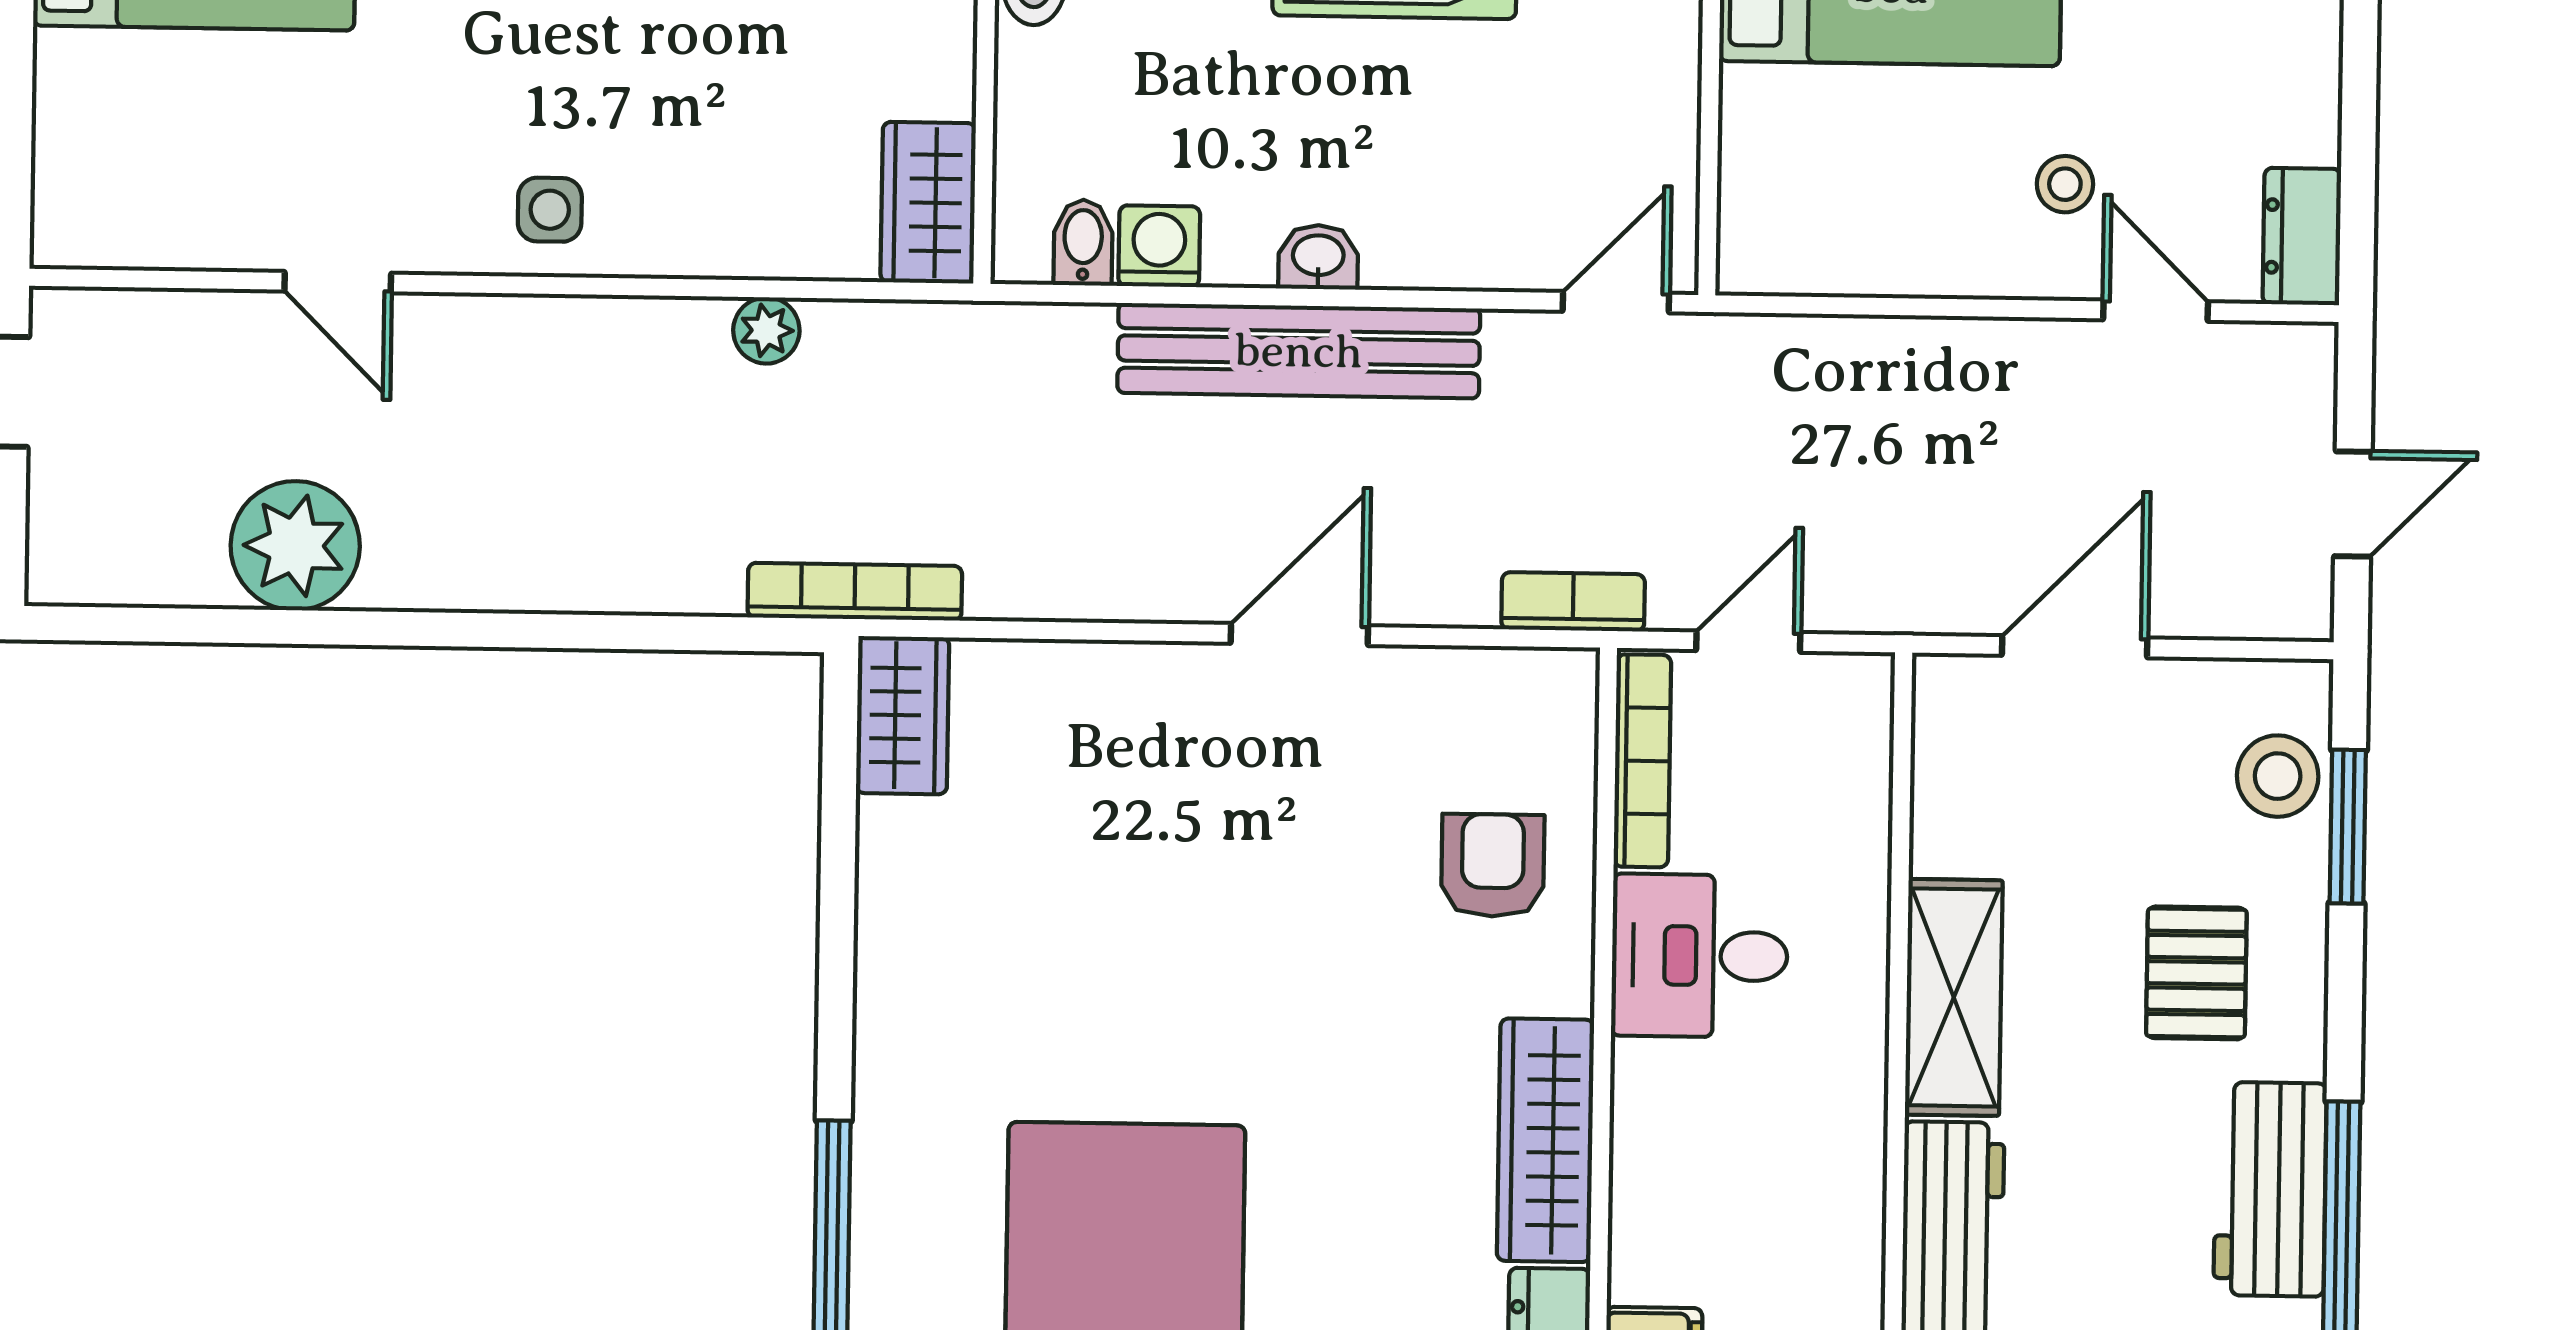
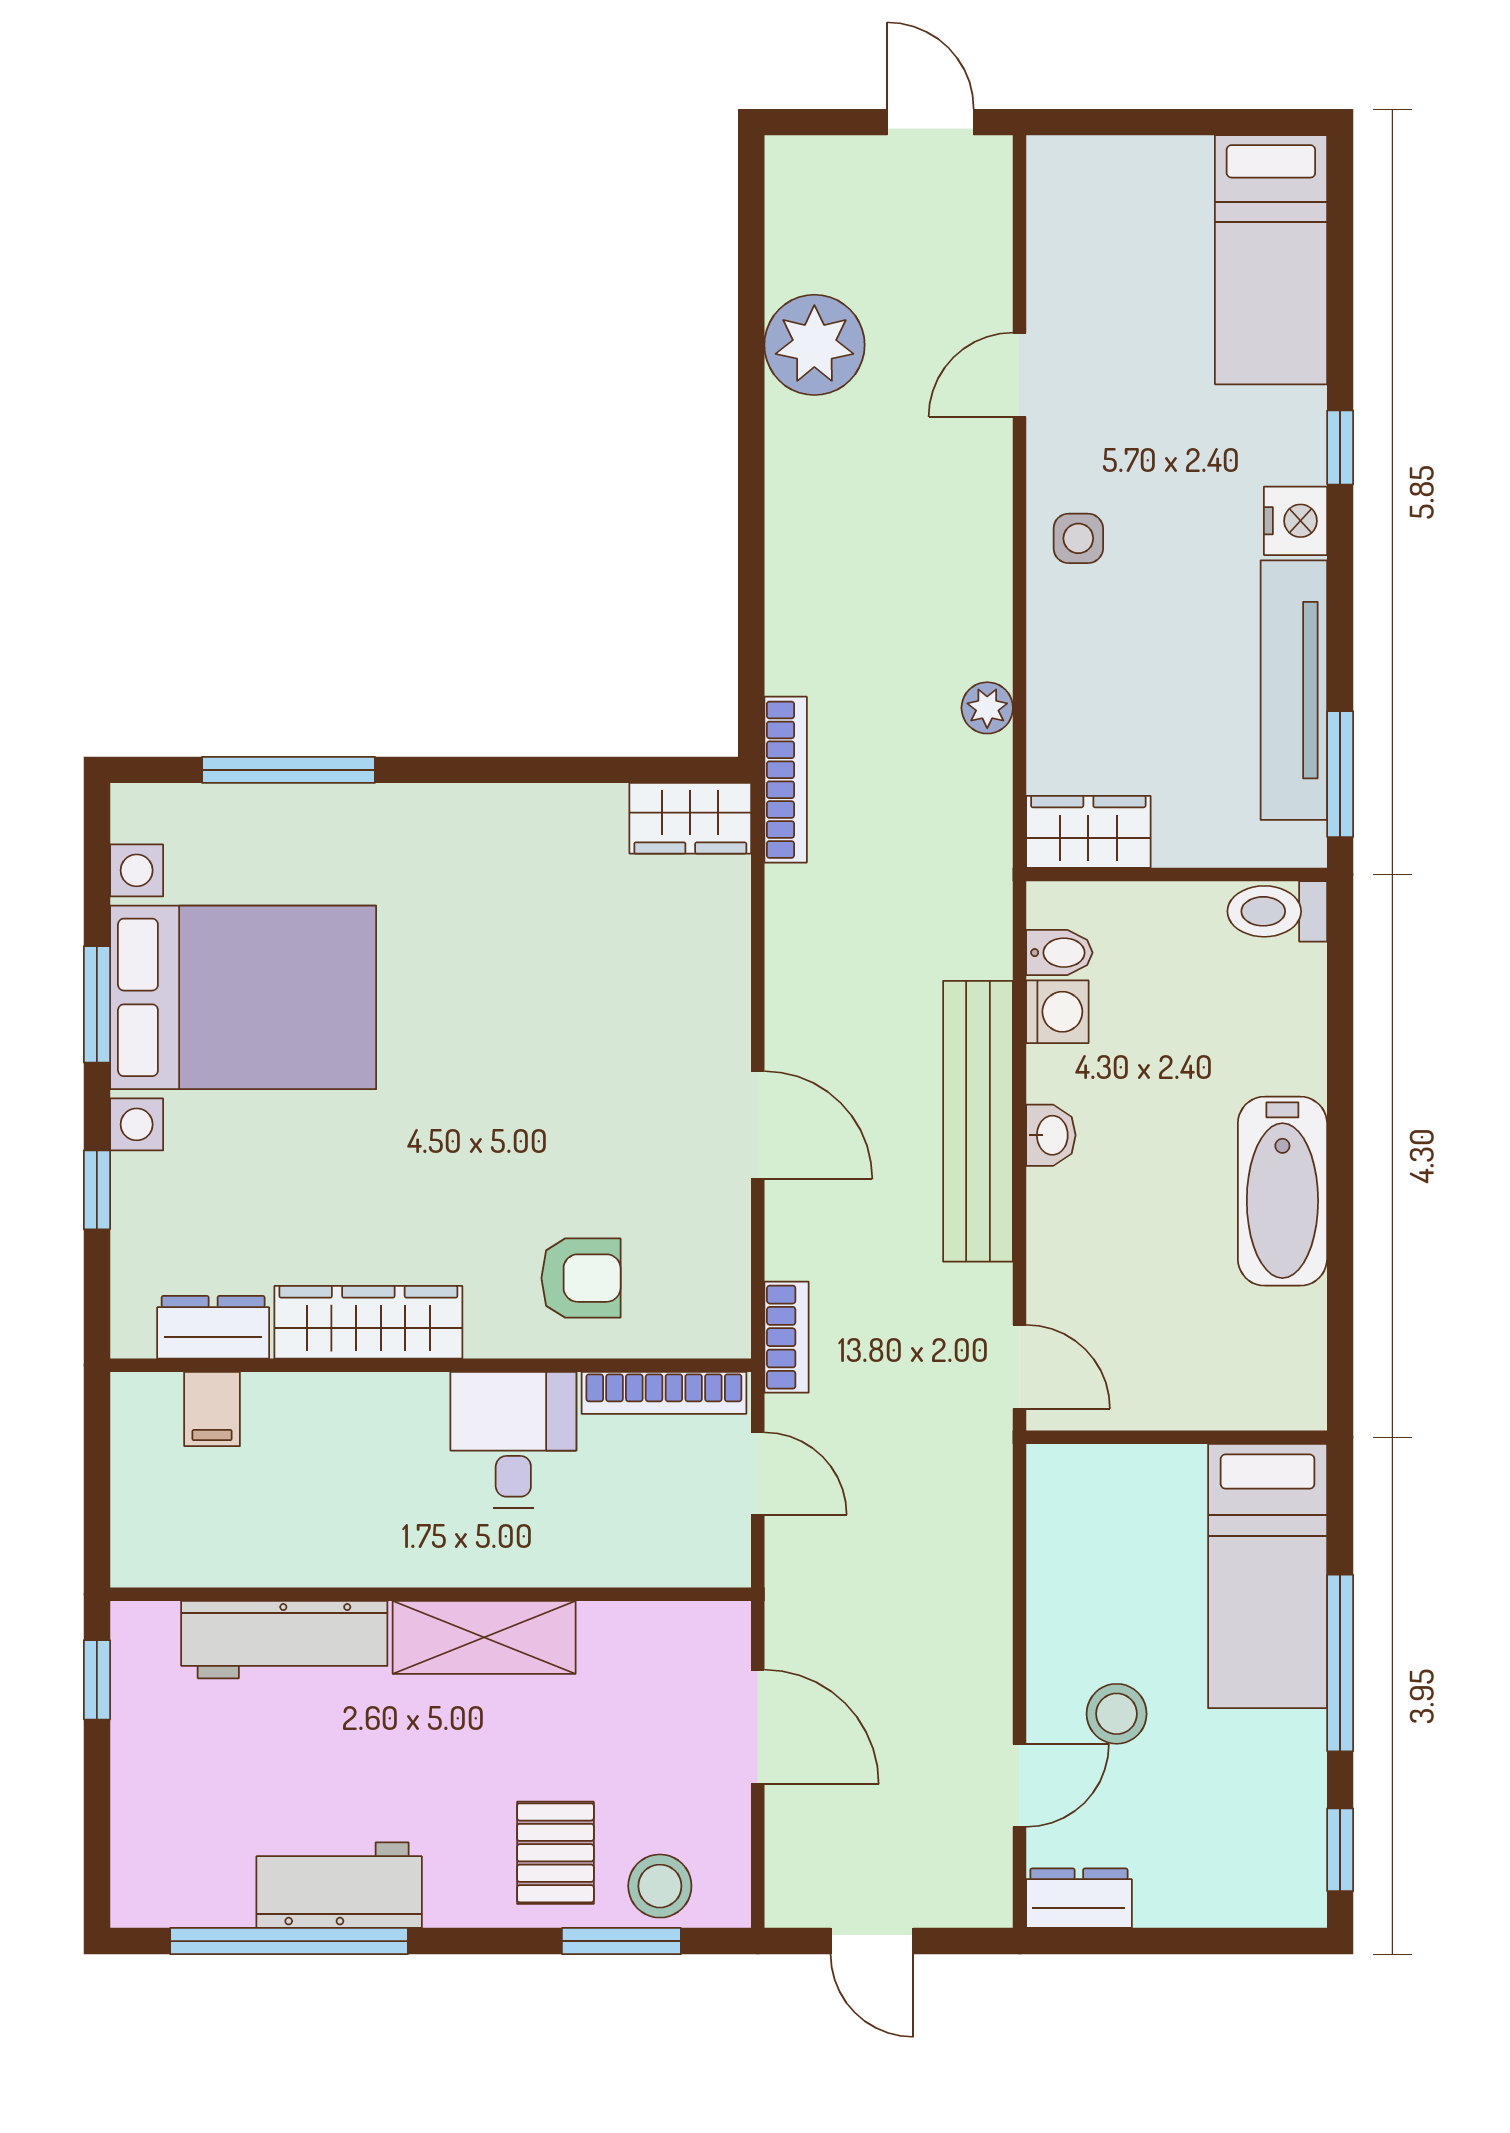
stool: (2065, 184) -> (1117, 1714), width x1.37, depth x1.37
pallet: (2196, 973) -> (555, 1853), moved, turned 90

